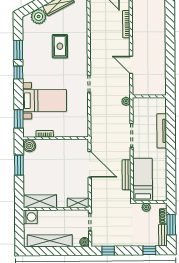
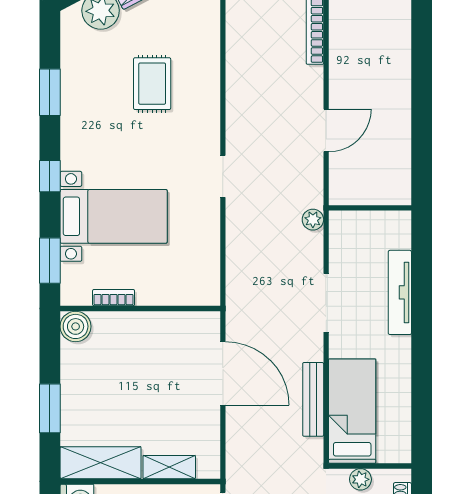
door: (131, 65) -> (326, 130), swing flipped
window: (18, 73) -> (50, 176), moved
window: (19, 165) -> (50, 408), moved
shelving: (78, 203) -> (169, 467), moved

